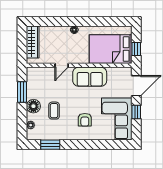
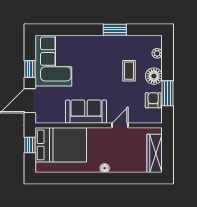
armchair: (85, 120) -> (153, 100), moved
window: (50, 145) -> (115, 30), moved

